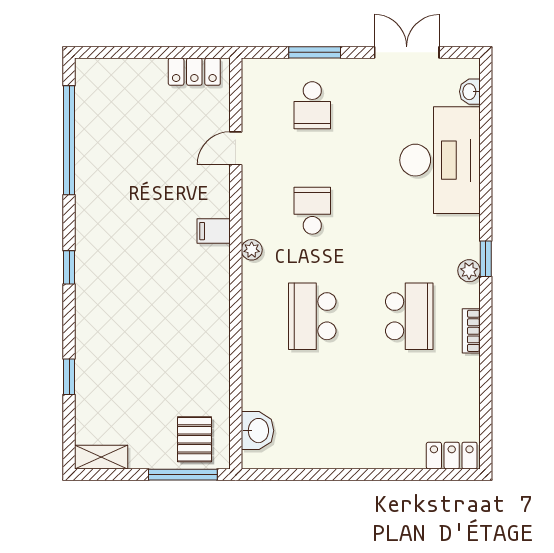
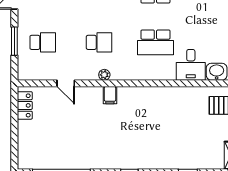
school desk: (312, 211) -> (99, 42), turned 180
plant: (252, 250) -> (104, 75), moved
desk: (270, 382) -> (191, 65), added

